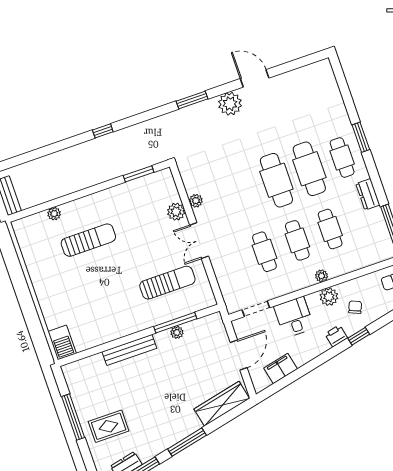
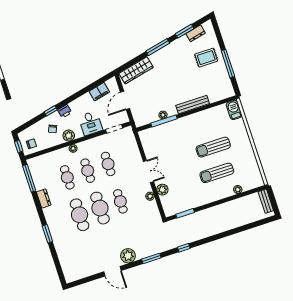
window: (103, 131) -> (184, 248), moved
cafe table: (342, 157) -> (120, 201), moved
sun lounger: (167, 283) -> (213, 147), moved

